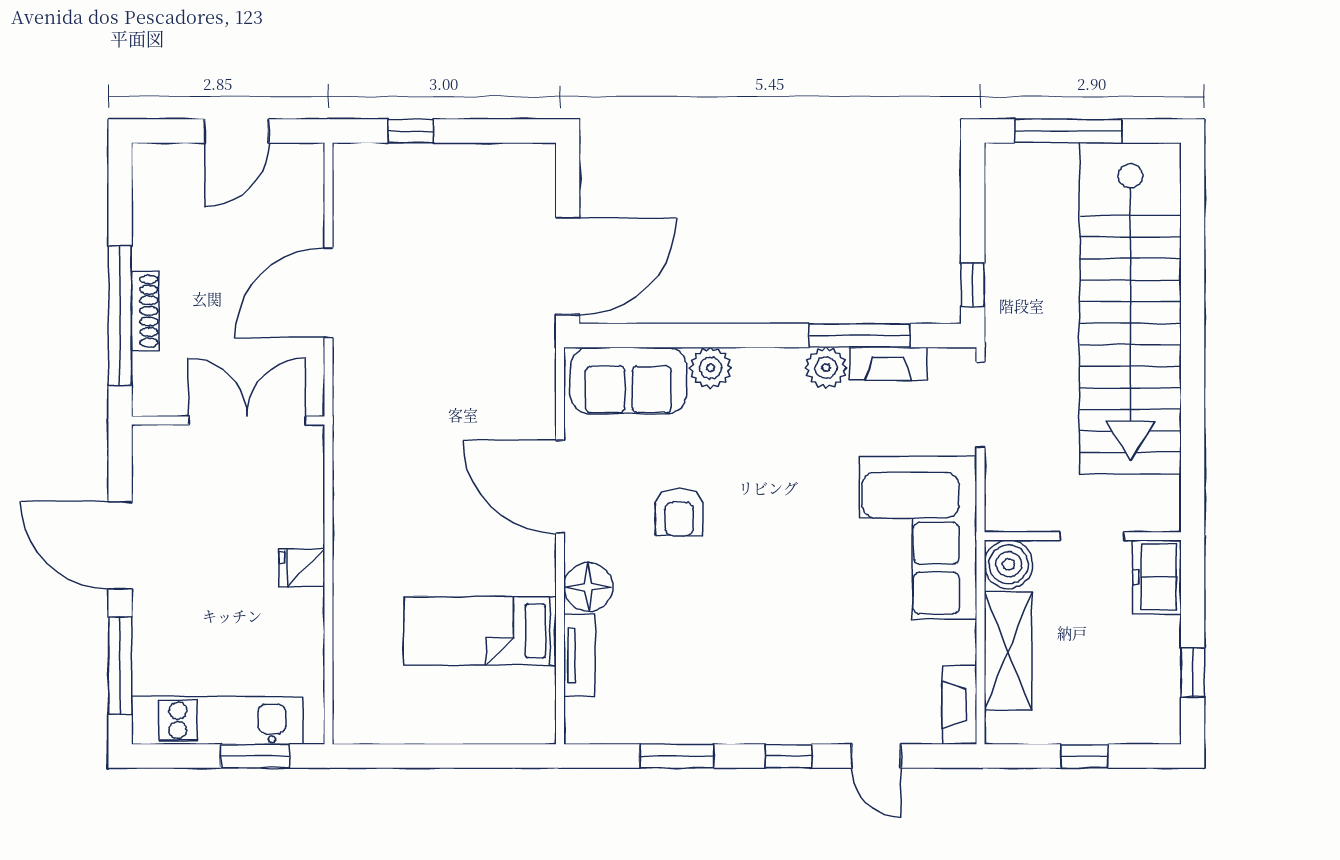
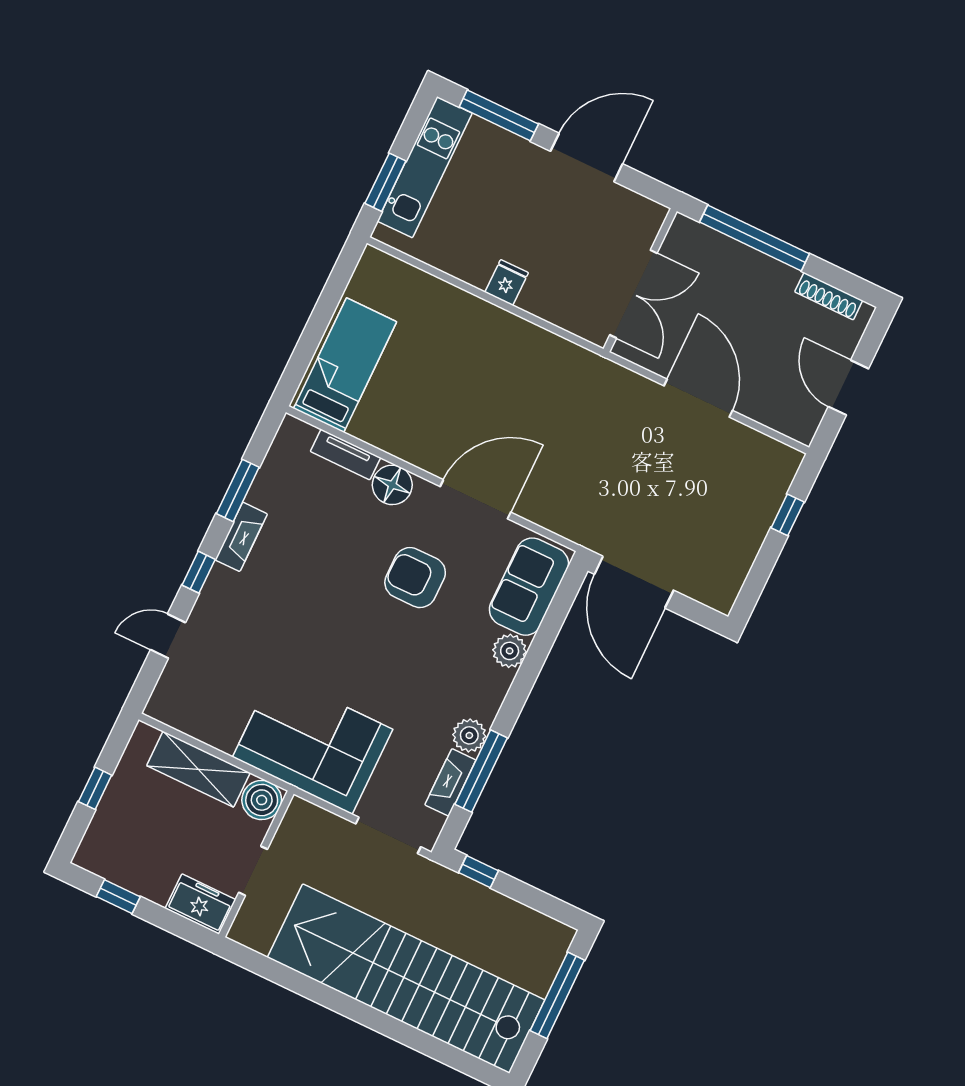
shoe rack: (145, 311) -> (829, 296), moved
armchair: (679, 512) -> (415, 578), width x1.38, depth x1.38
bed: (480, 631) -> (345, 365), moved
fireplace: (960, 705) -> (241, 537), moved, turned 90

